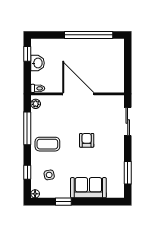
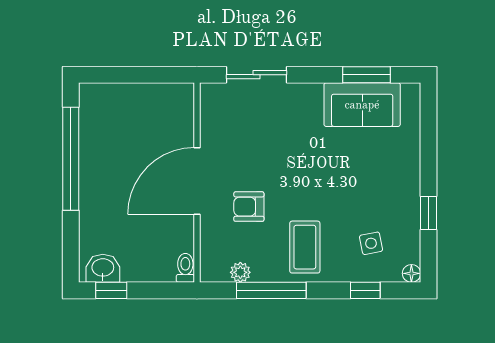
washbasin: (38, 63) -> (103, 268), moved
plant: (36, 104) -> (240, 272), moved
armchair: (87, 140) -> (249, 207), moved
sofa: (88, 188) -> (362, 105), moved, turned -90

